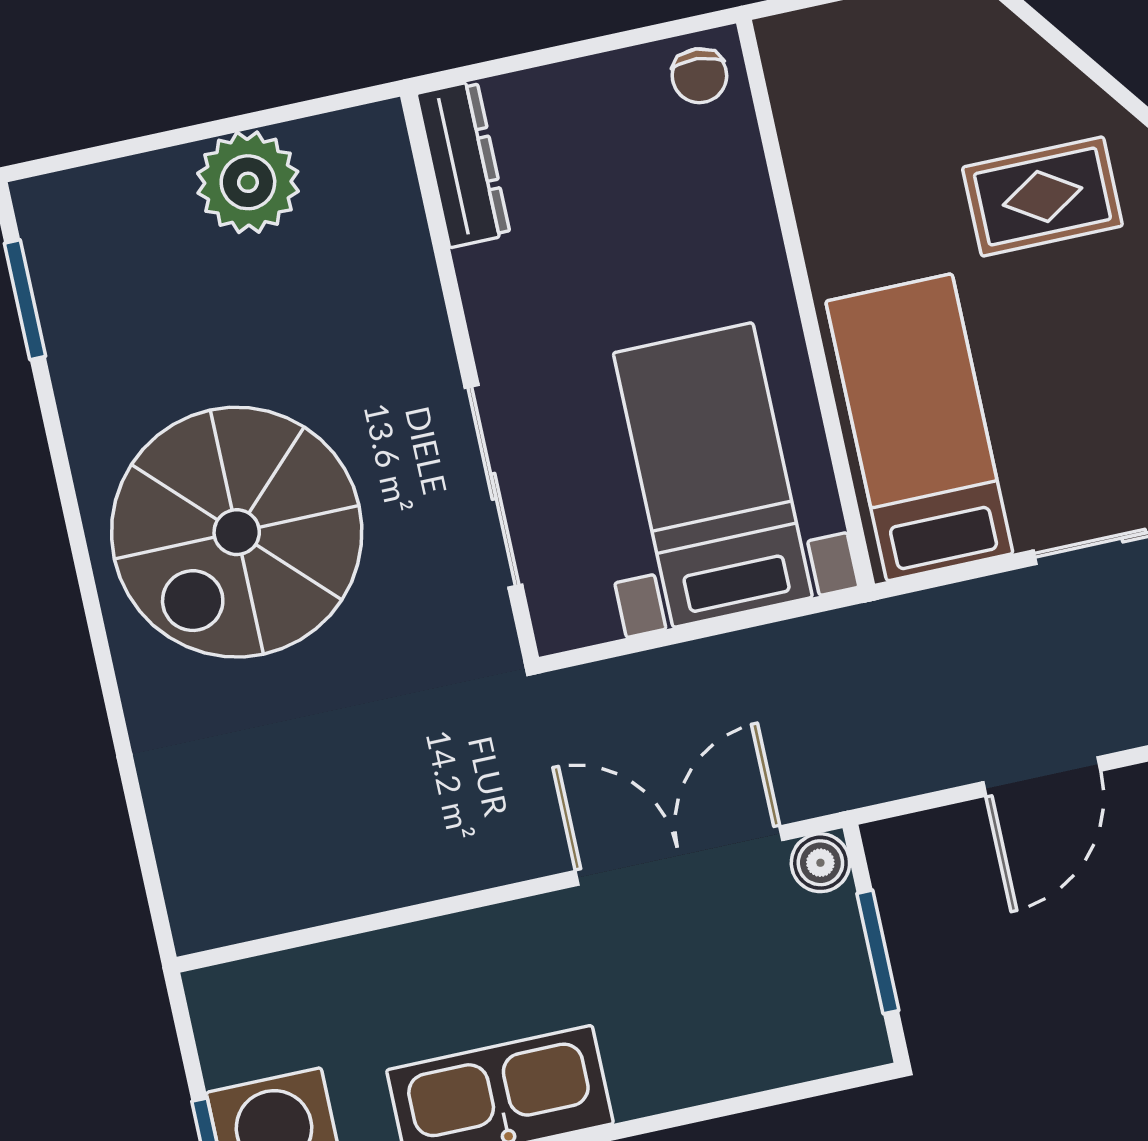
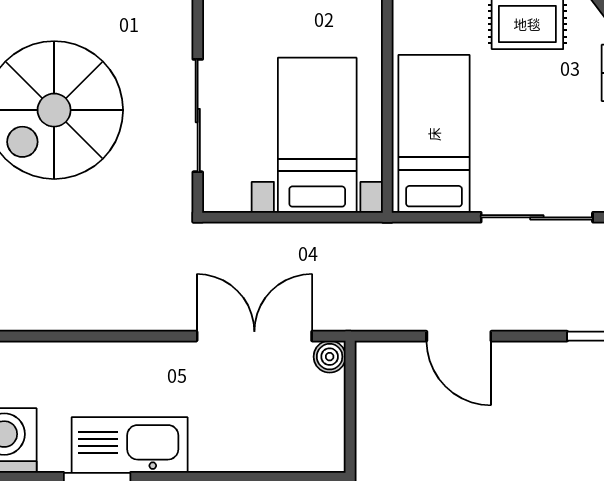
door: (1042, 776) -> (459, 336), hinge flipped
window: (878, 952) -> (350, 411), removed

